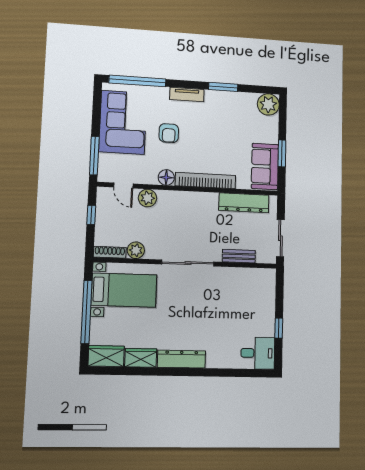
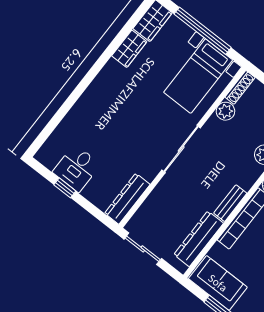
bench: (239, 256) -> (230, 203), moved
desk: (258, 353) -> (77, 168), moved
dresser: (182, 359) -> (127, 199), moved, turned 180

